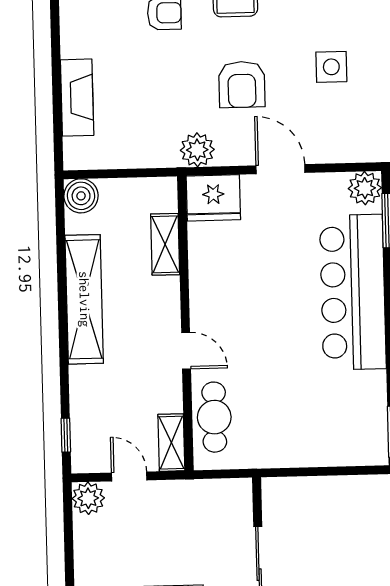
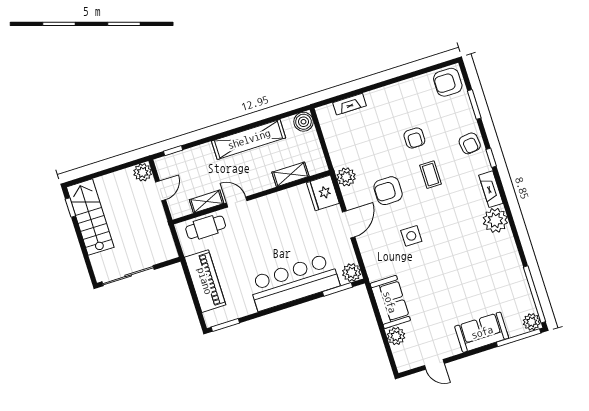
fireplace: (77, 98) -> (349, 104), width x0.73, depth x0.76
door: (186, 351) -> (237, 202), swing flipped
shelving: (171, 443) -> (207, 202), moved
piano: (307, 445) -> (205, 281), added

